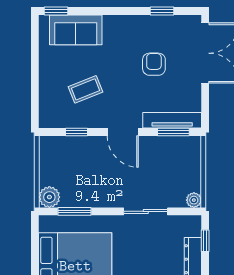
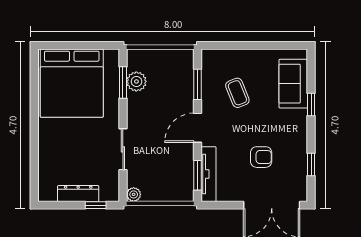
window: (56, 11) -> (311, 105), moved
window: (76, 132) -> (197, 84), width x1.50
plant: (49, 197) -> (136, 81), moved

